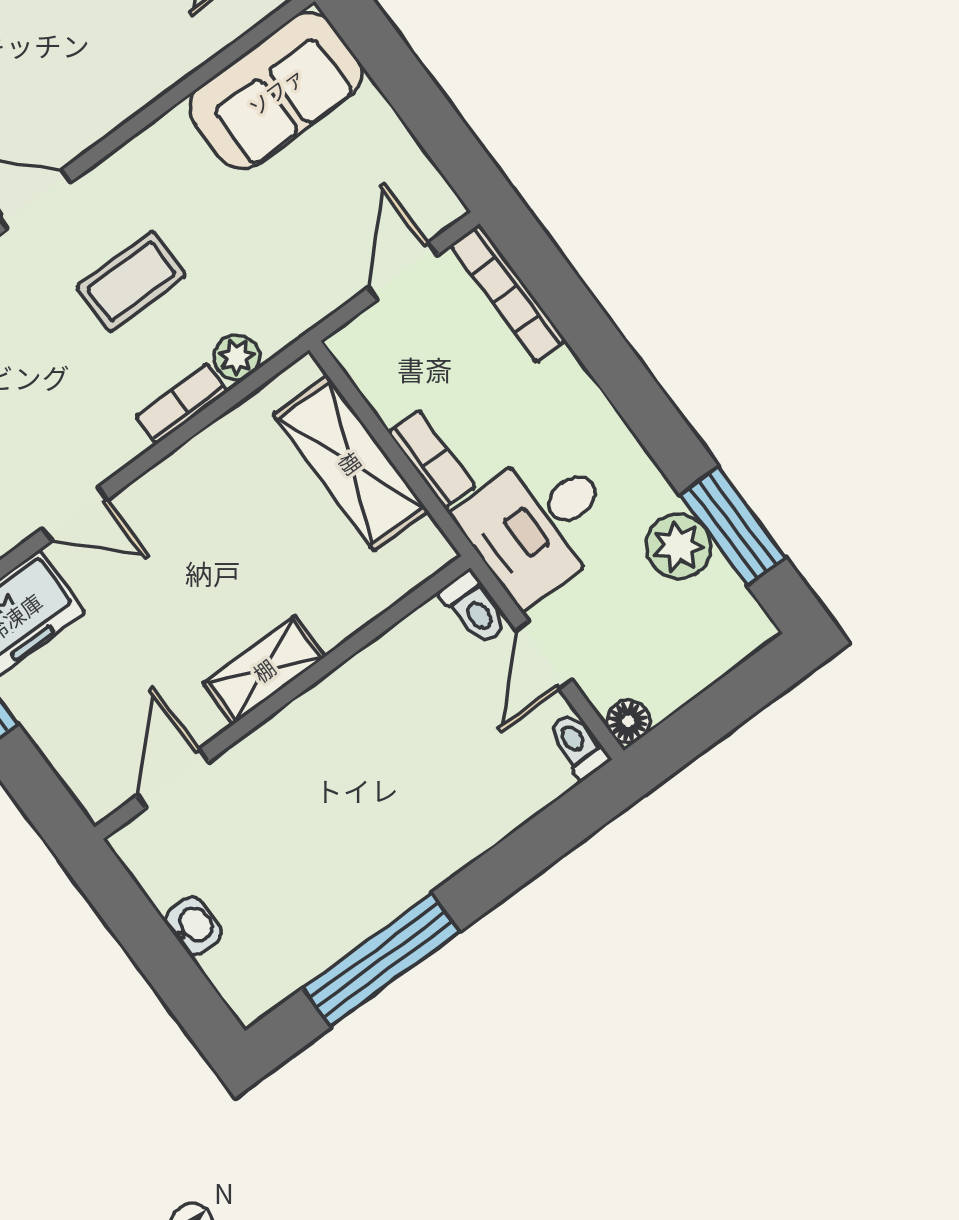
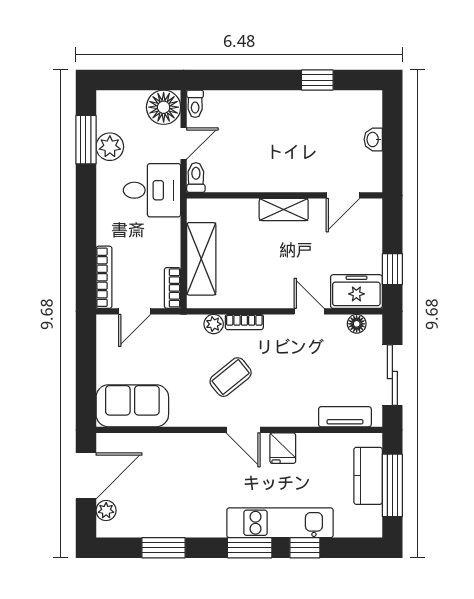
coffee table: (131, 281) -> (231, 377), turned -39
bookcase: (432, 460) -> (173, 288), moved
floor lamp: (628, 721) -> (164, 107), width x1.89, depth x1.89
window: (381, 960) -> (317, 80), width x0.46

